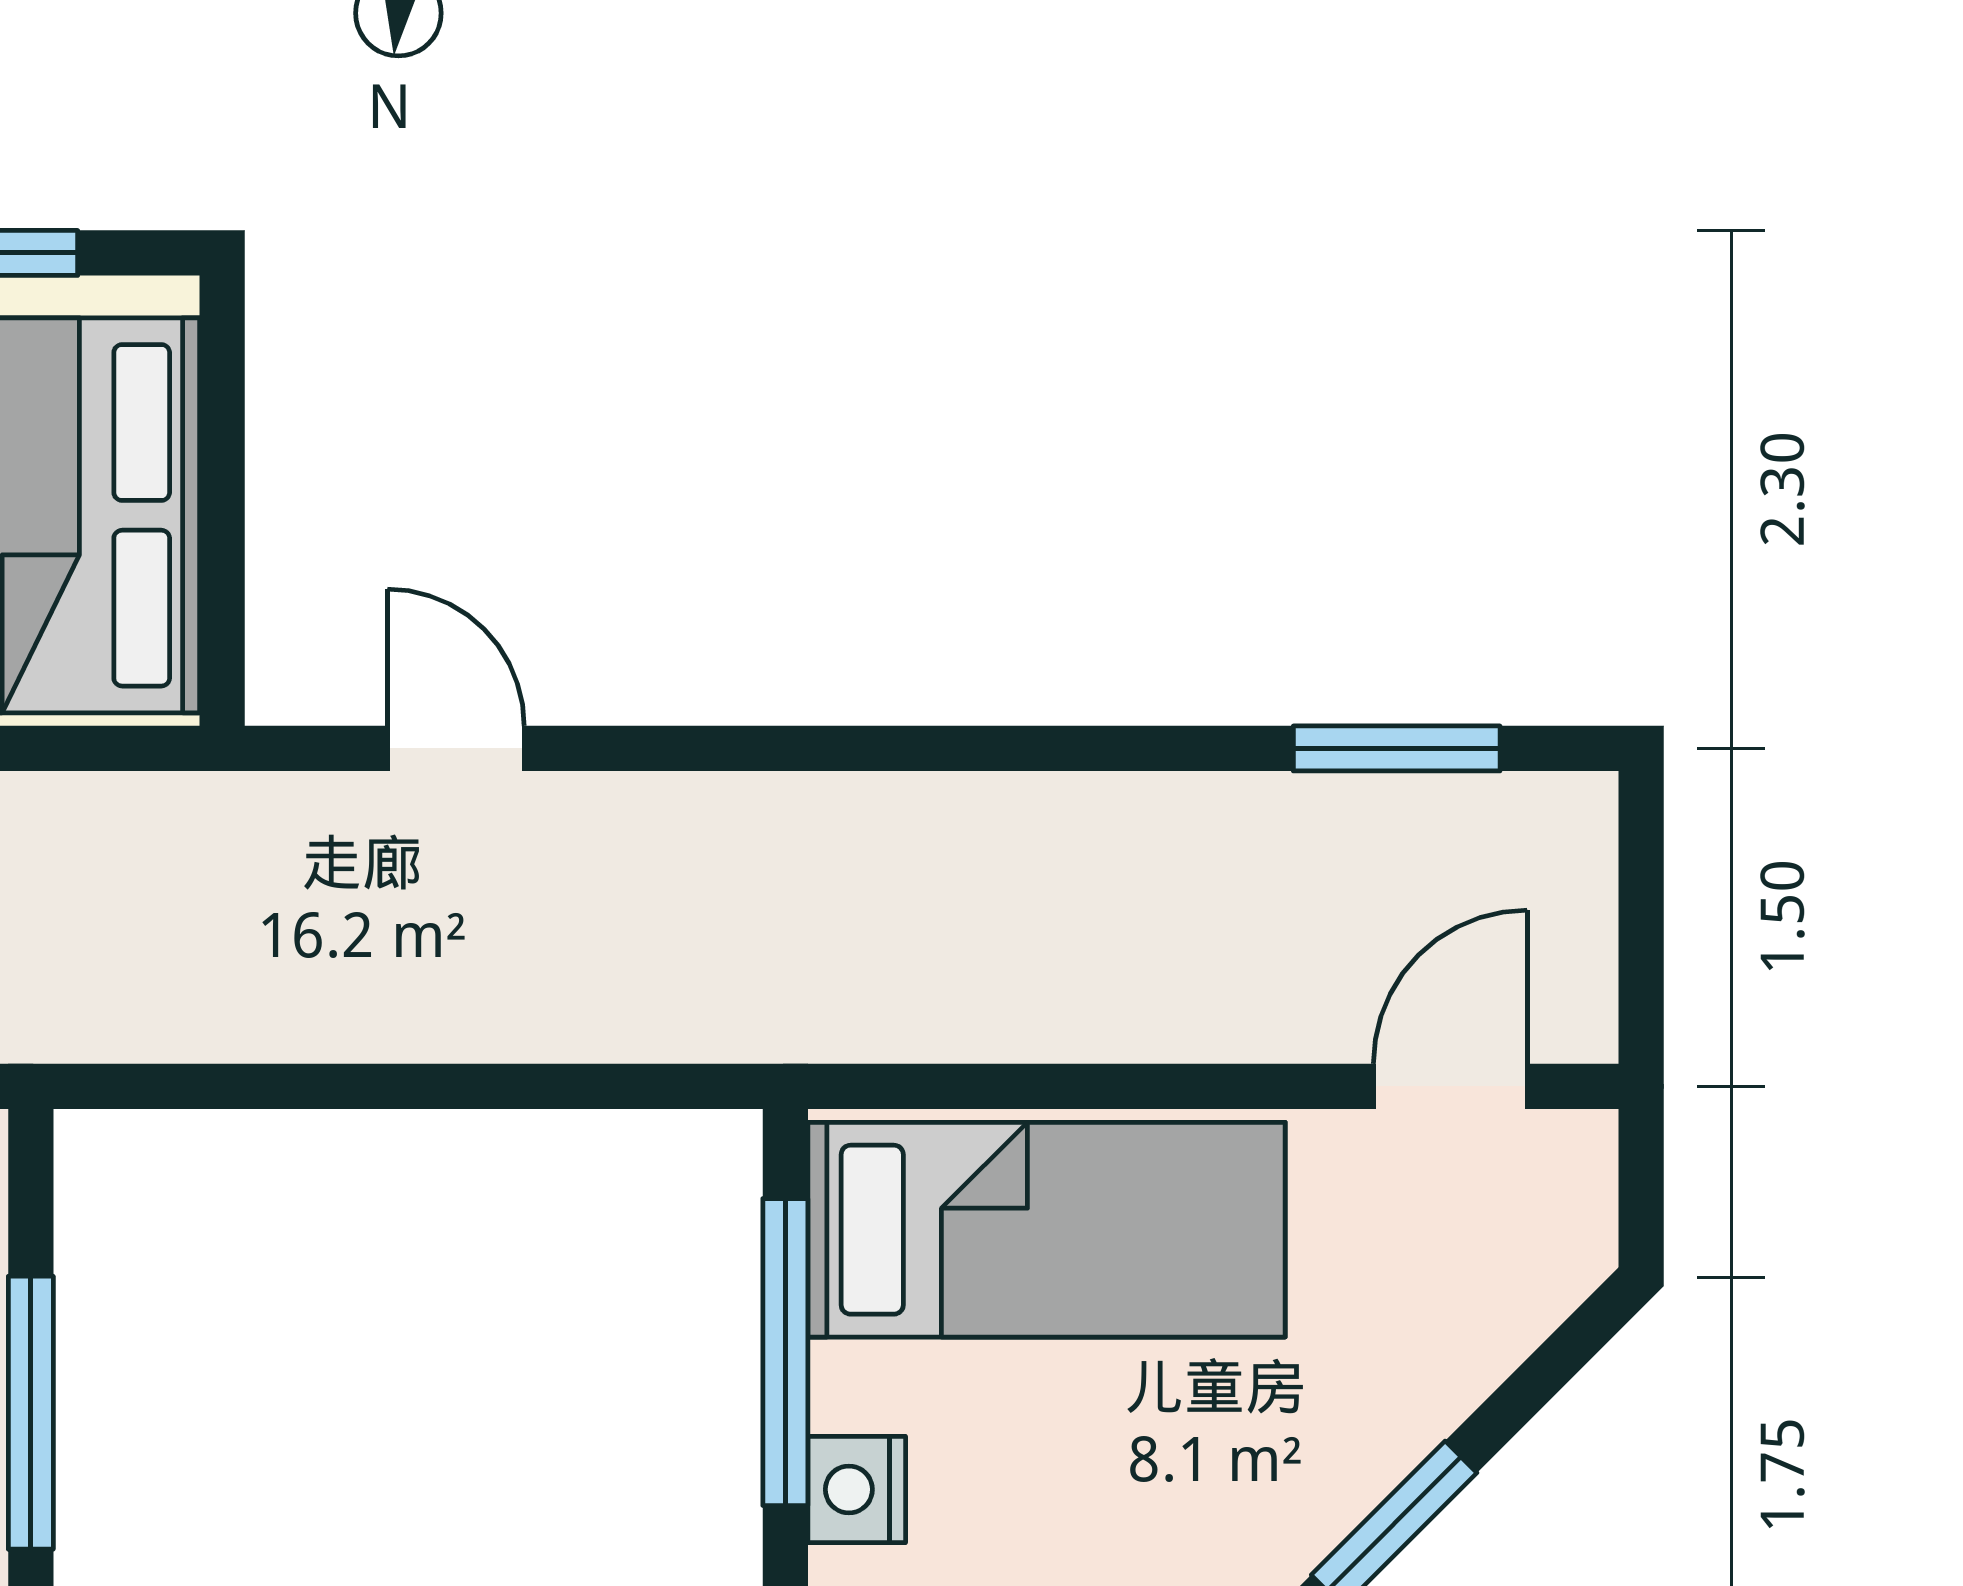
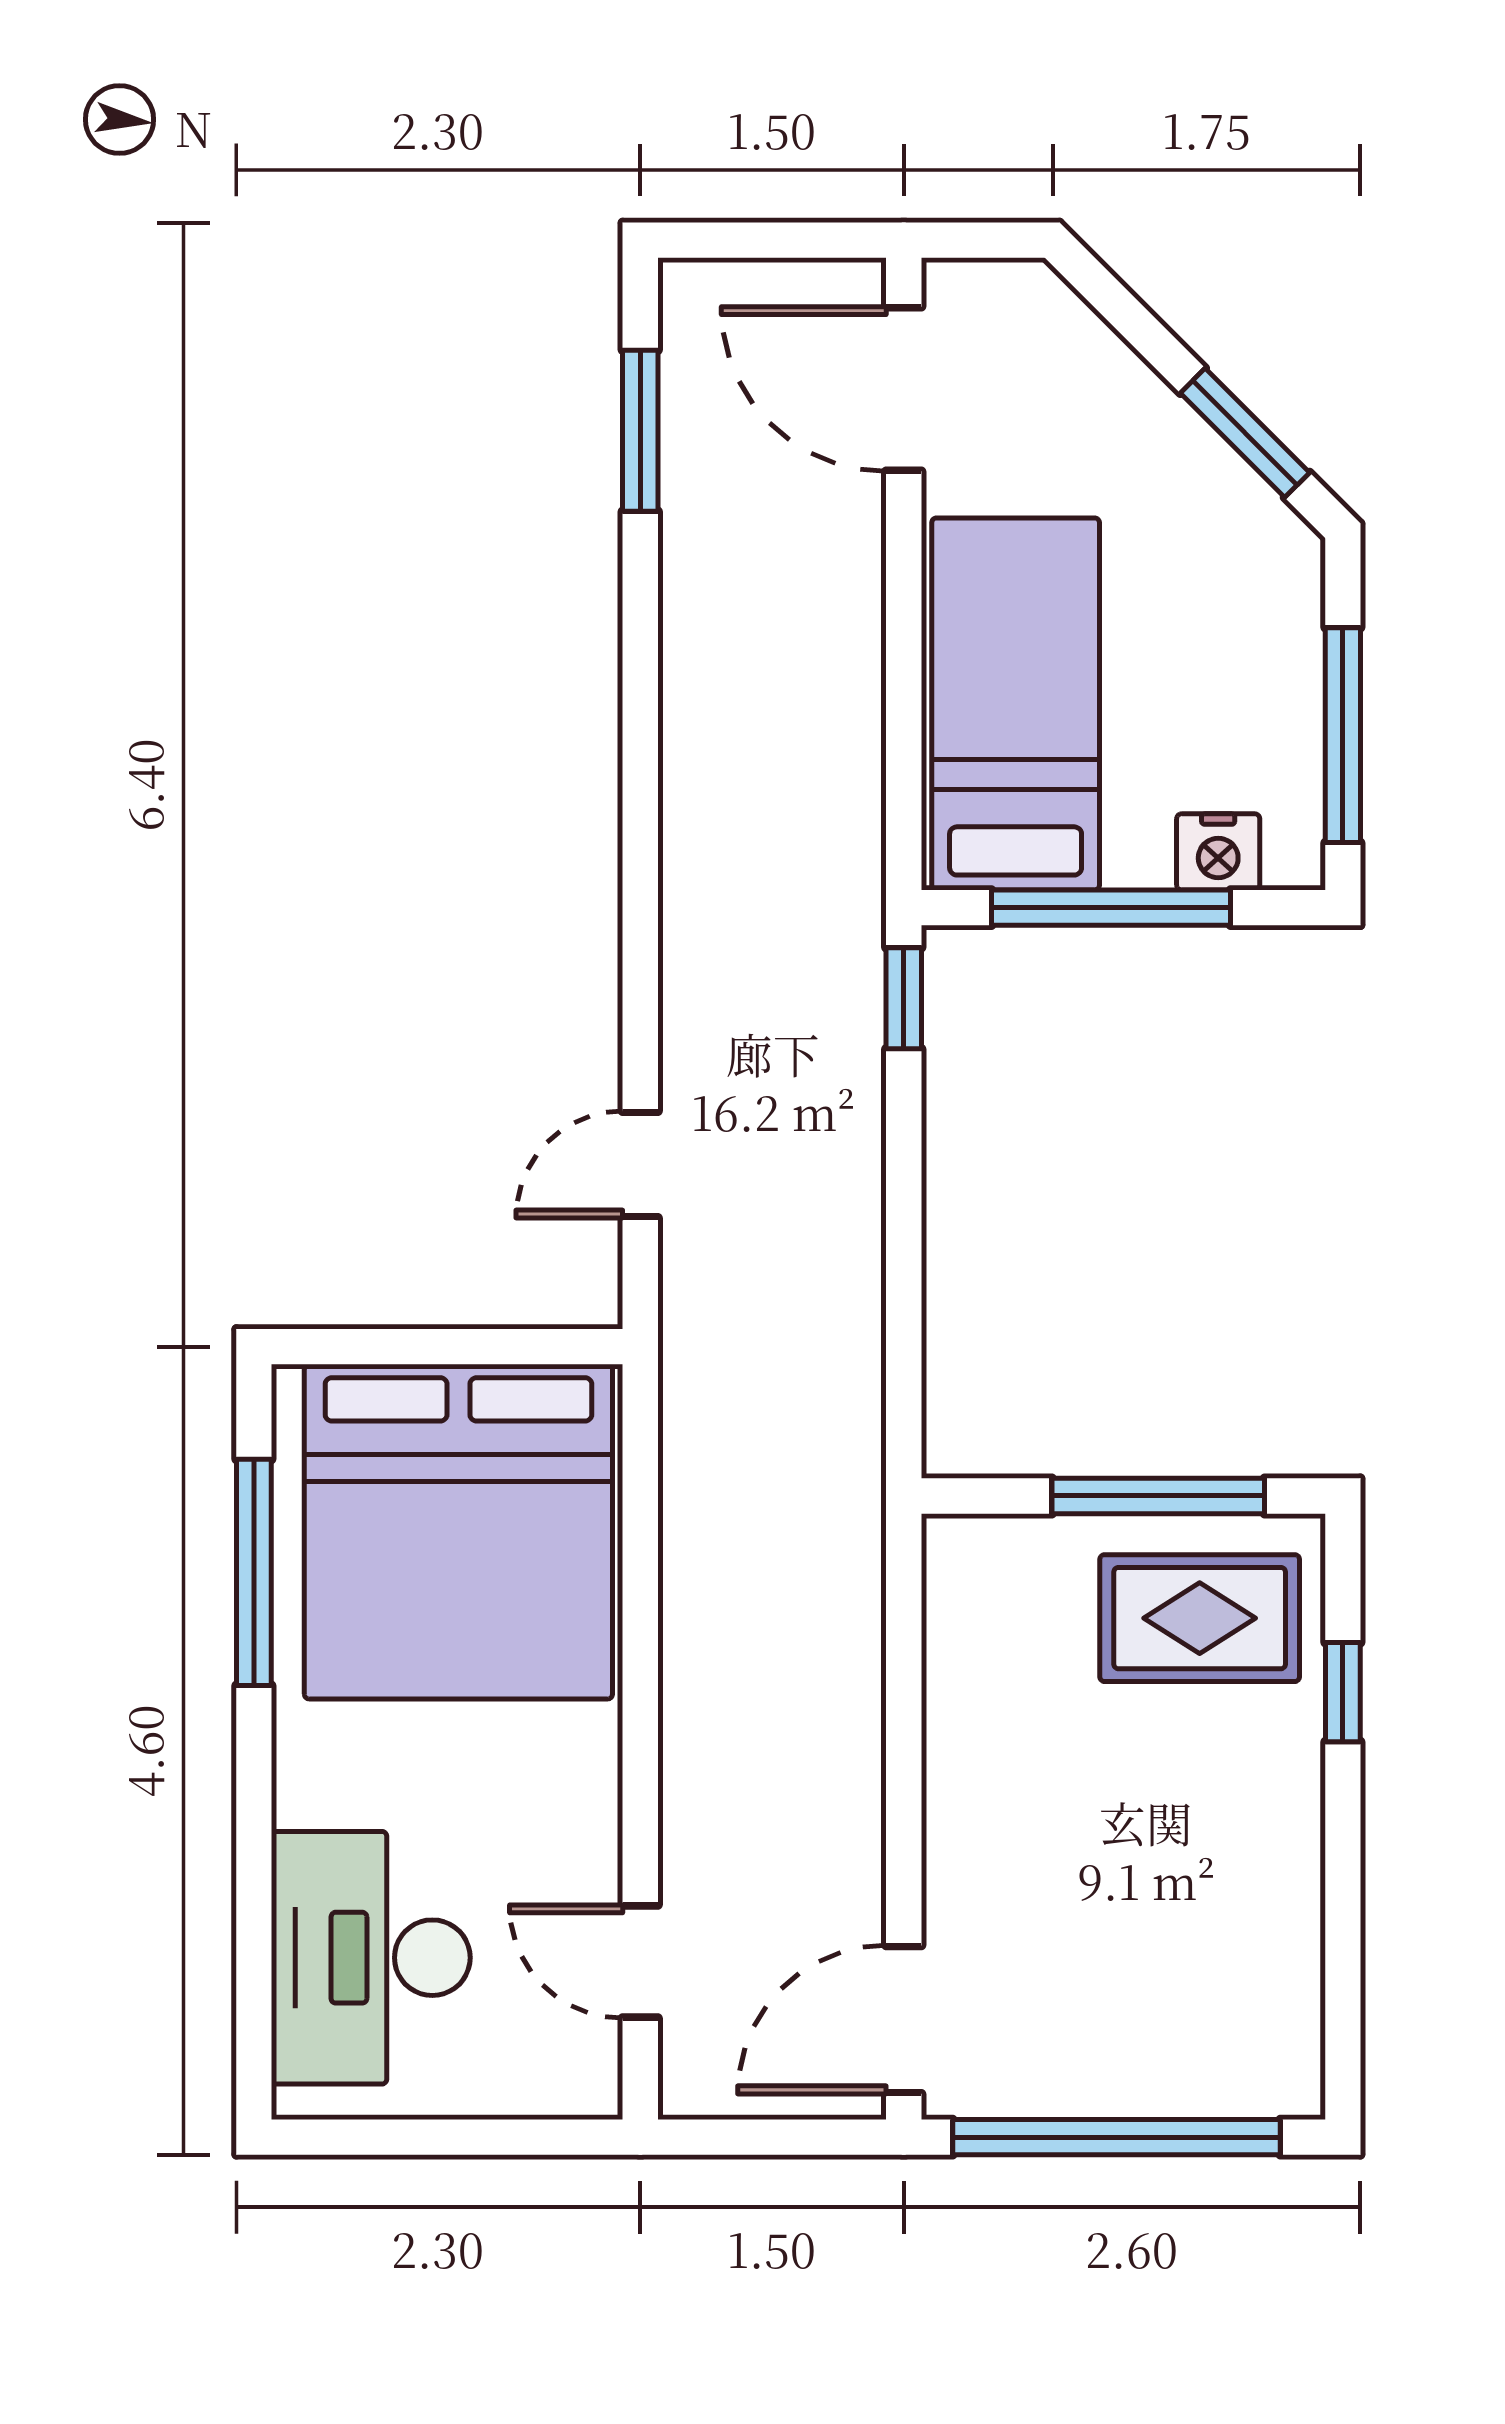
window: (669, 1086) -> (904, 998), added
door: (1450, 1086) -> (904, 389), width x1.38

